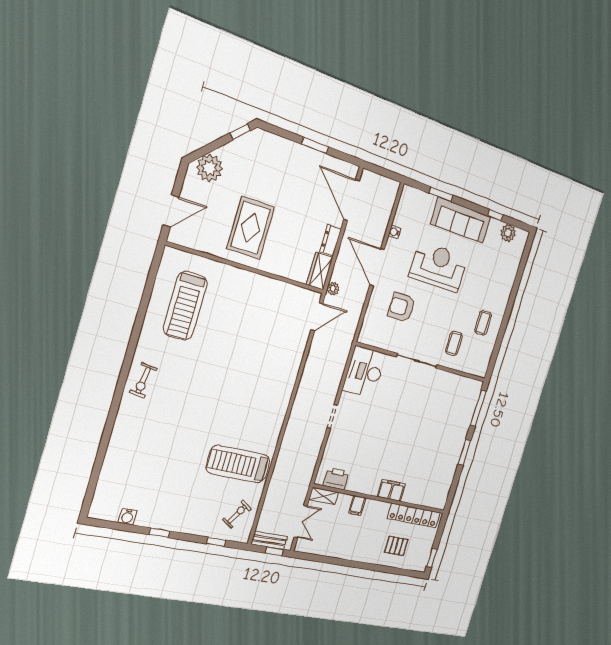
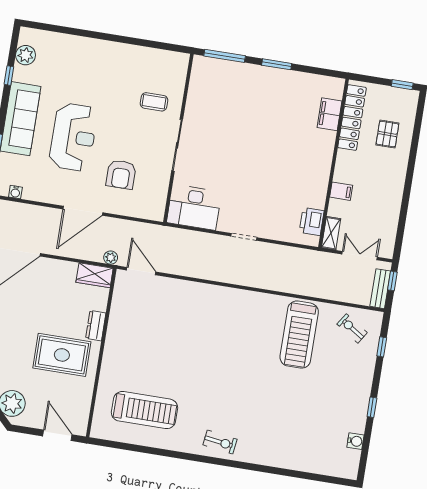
water cooler: (394, 232) -> (15, 192), moved
dresser: (331, 240) -> (96, 326), moved, turned 90
reception desk: (438, 267) -> (73, 137), turned 180
coffee table: (483, 323) -> (128, 68), removed
filing cabinet: (391, 490) -> (329, 114), moved

